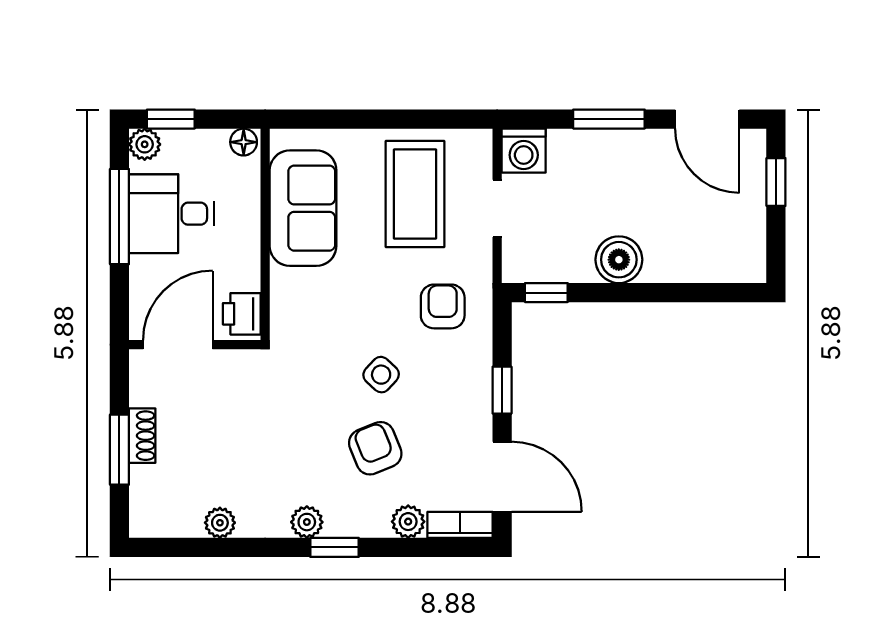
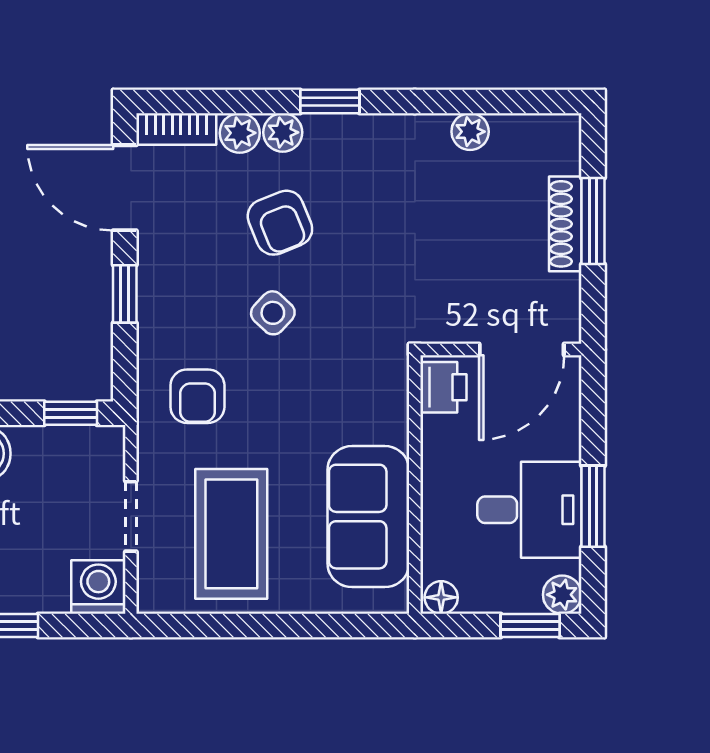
window: (119, 217) -> (593, 506), width x0.69
shoe rack: (142, 436) -> (565, 224), width x1.43
plant: (307, 522) -> (283, 132), moved

